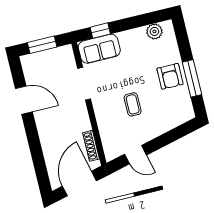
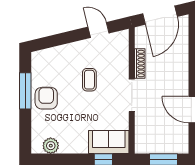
doorway: (84, 84) -> (132, 95), moved
shoe rack: (91, 146) -> (140, 64), moved

